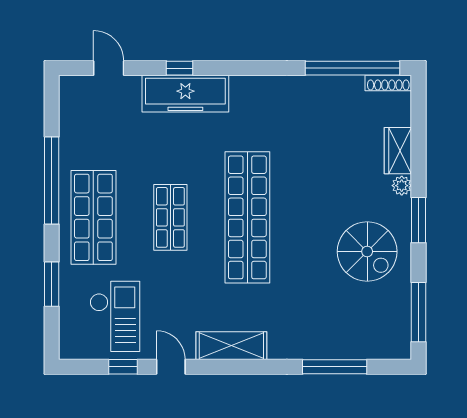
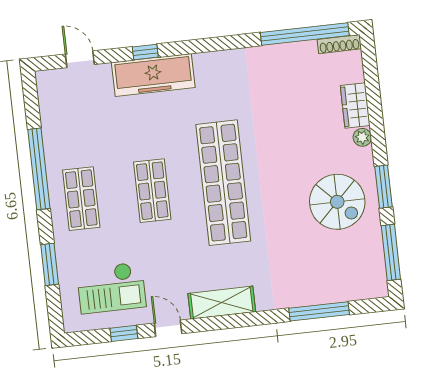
shop shelf: (93, 217) -> (81, 199), width x0.70, depth x0.74
window: (418, 220) -> (384, 187), moved
checkout: (115, 316) -> (111, 288), turned 90

